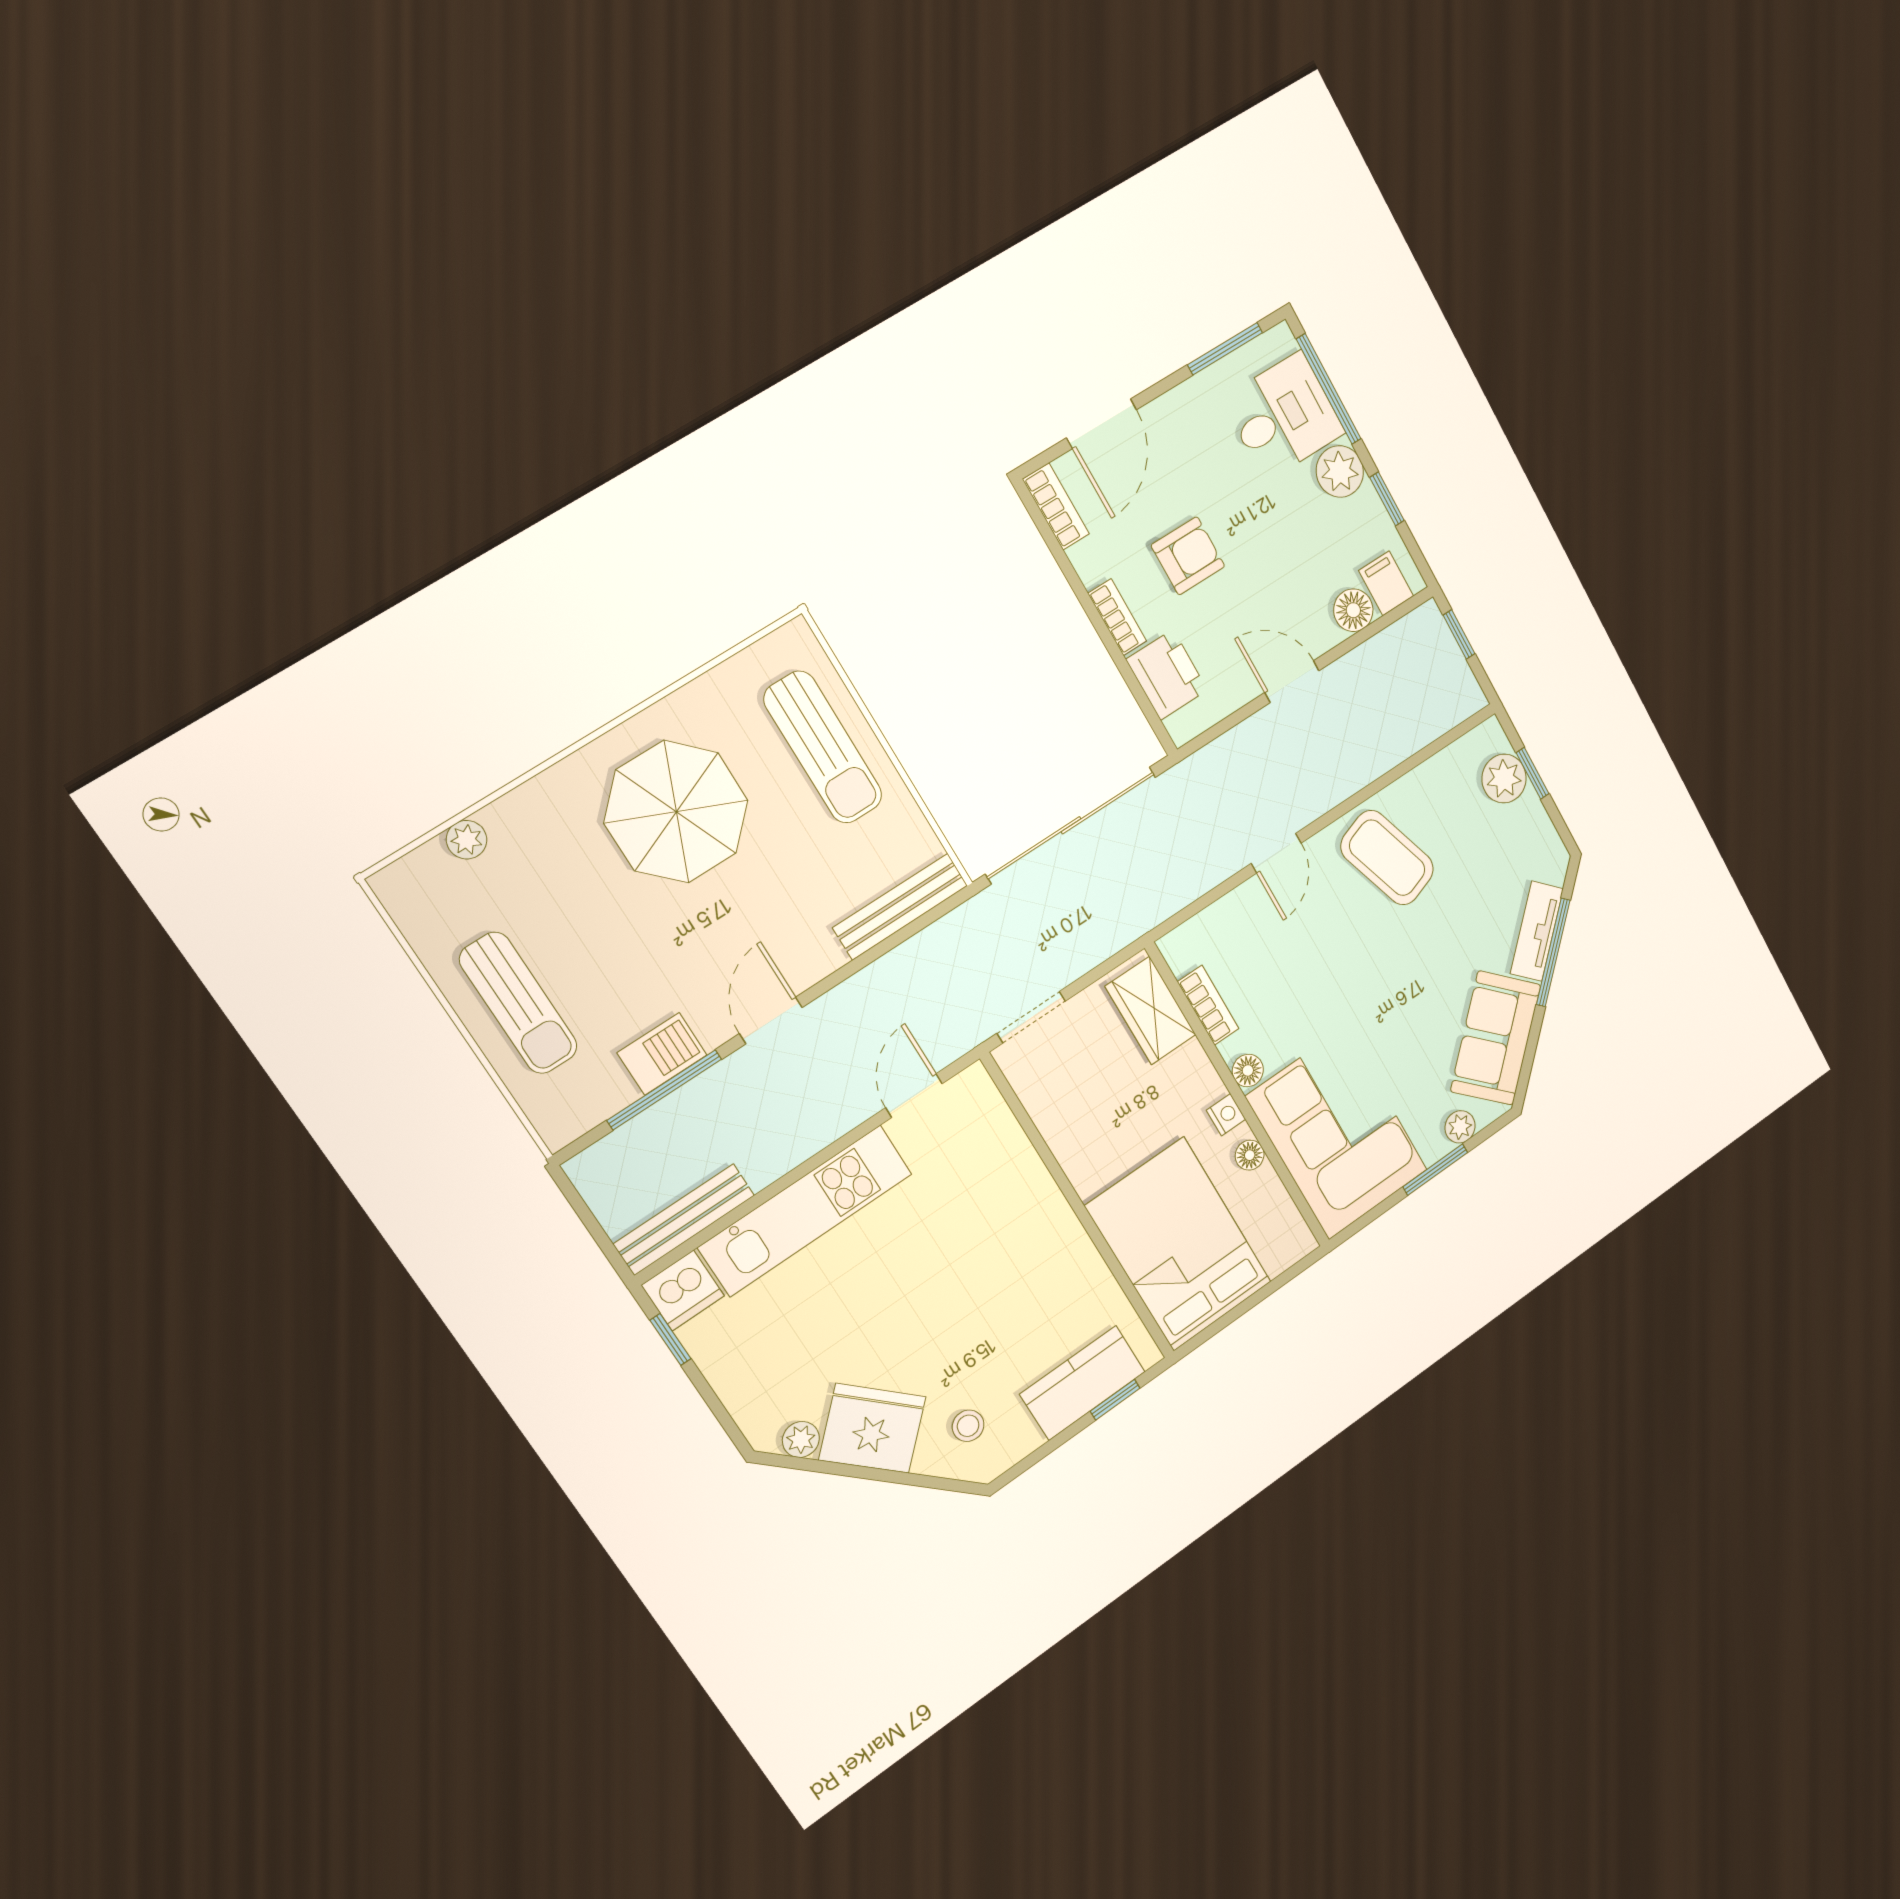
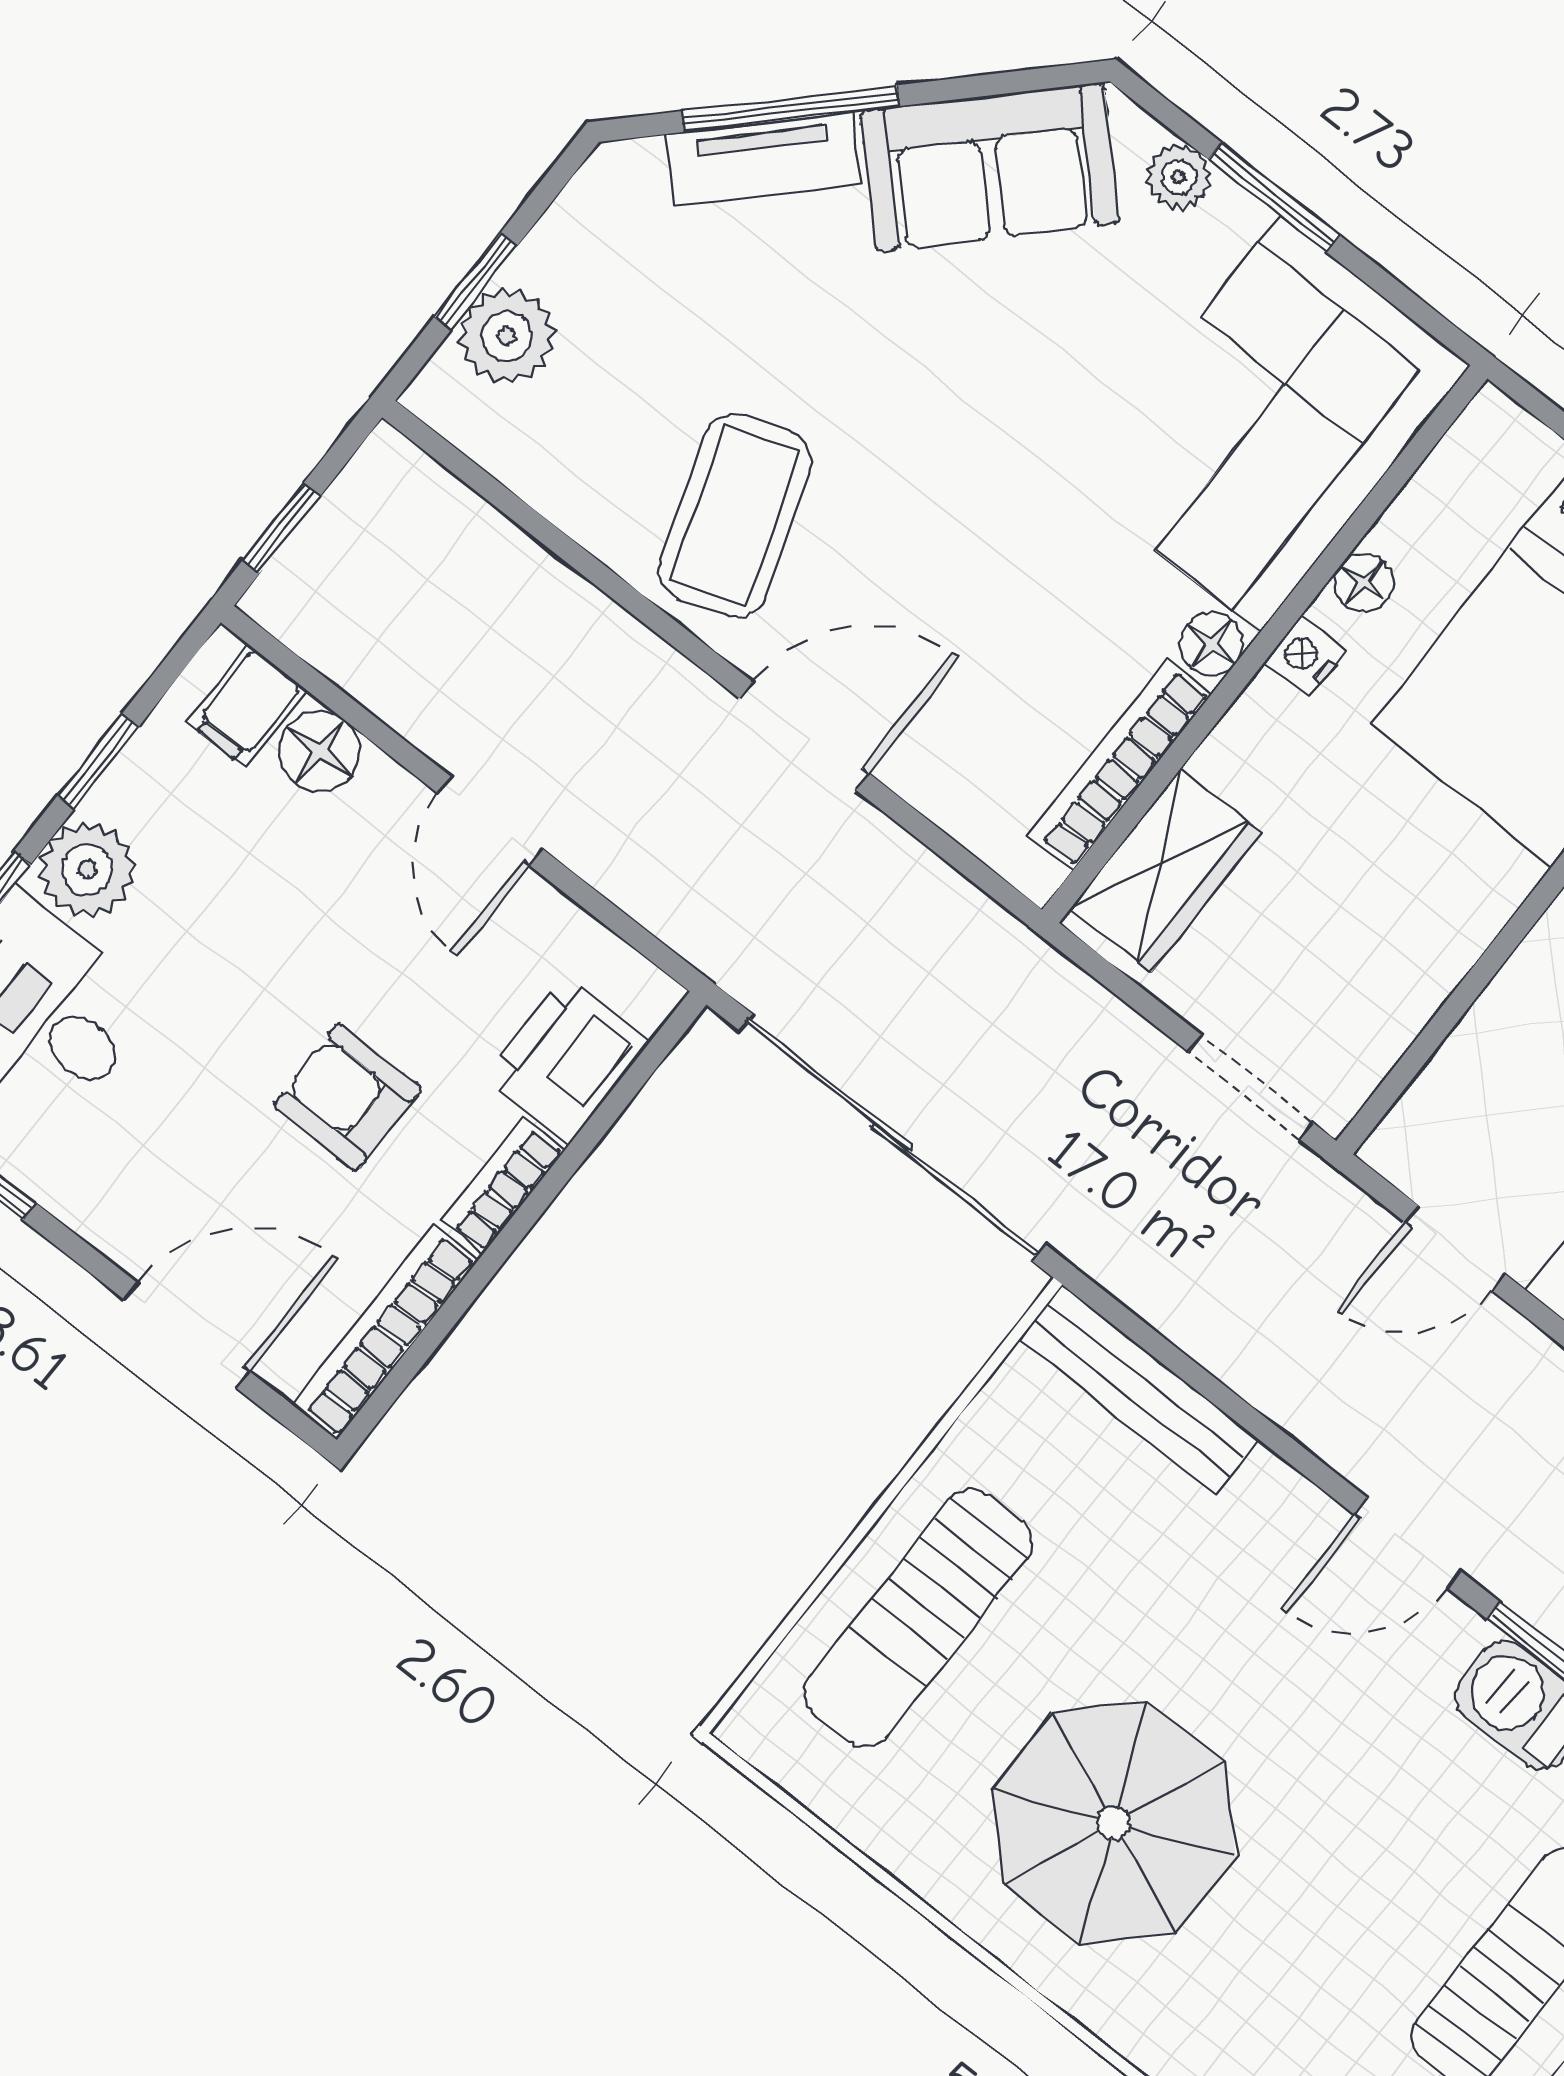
bookcase: (1056, 507) -> (385, 1332), width x1.56
sun lounger: (823, 747) -> (918, 1618), turned 180
door: (1276, 853) -> (804, 736), width x1.38
bookcase: (1208, 1005) -> (1120, 764), width x1.56

